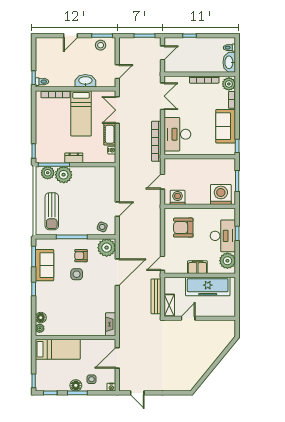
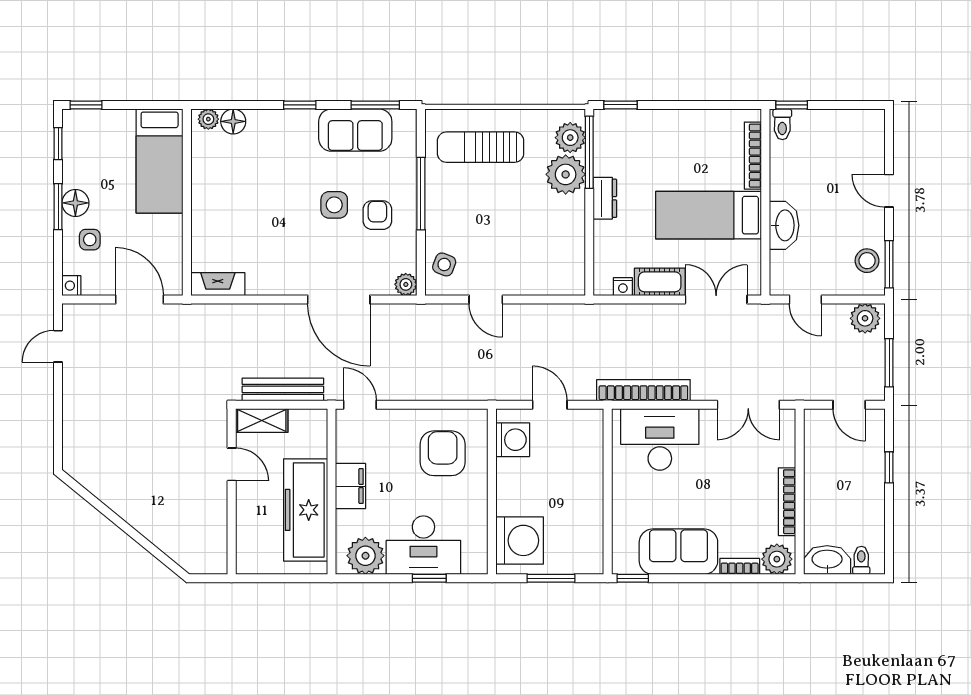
plant: (125, 46) -> (865, 318), added
plant: (107, 248) -> (406, 284), width x0.53, depth x0.53

